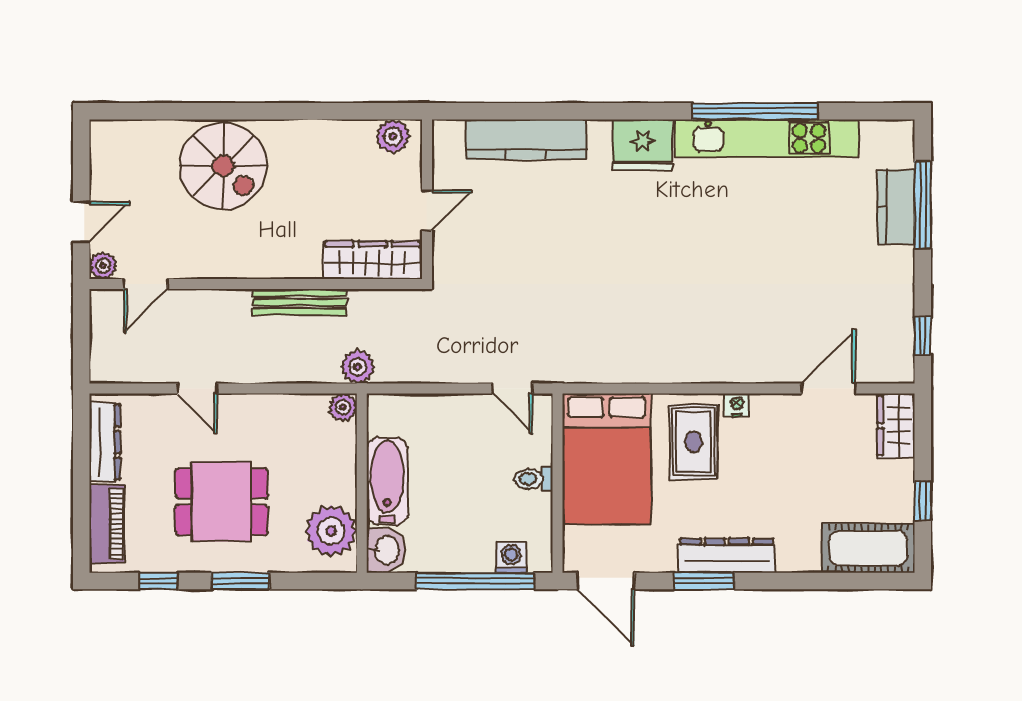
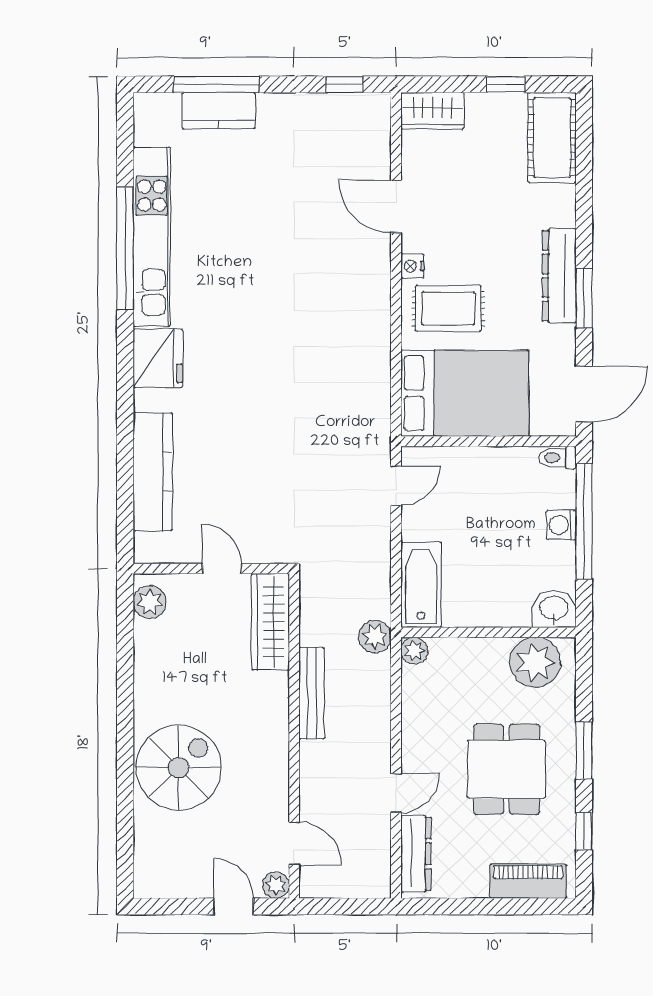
door: (828, 388) -> (396, 206), moved
dresser: (105, 442) -> (416, 854), moved, turned 90
toilet: (533, 479) -> (557, 458), moved, turned 90
bathtub: (387, 481) -> (421, 585), moved, turned 90
washing machine: (511, 558) -> (561, 525), moved

